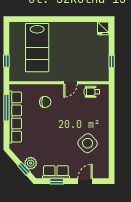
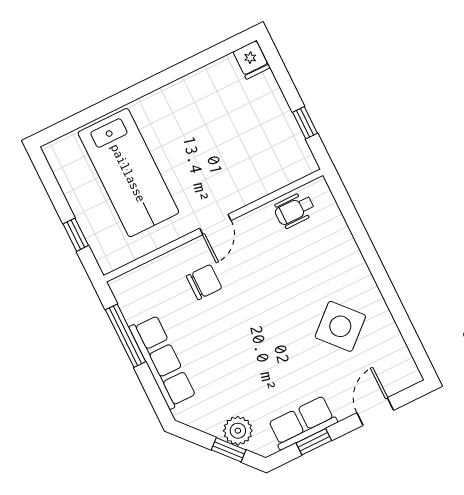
door: (70, 83) -> (215, 224), moved
row of seats: (15, 117) -> (162, 362), width x0.73

